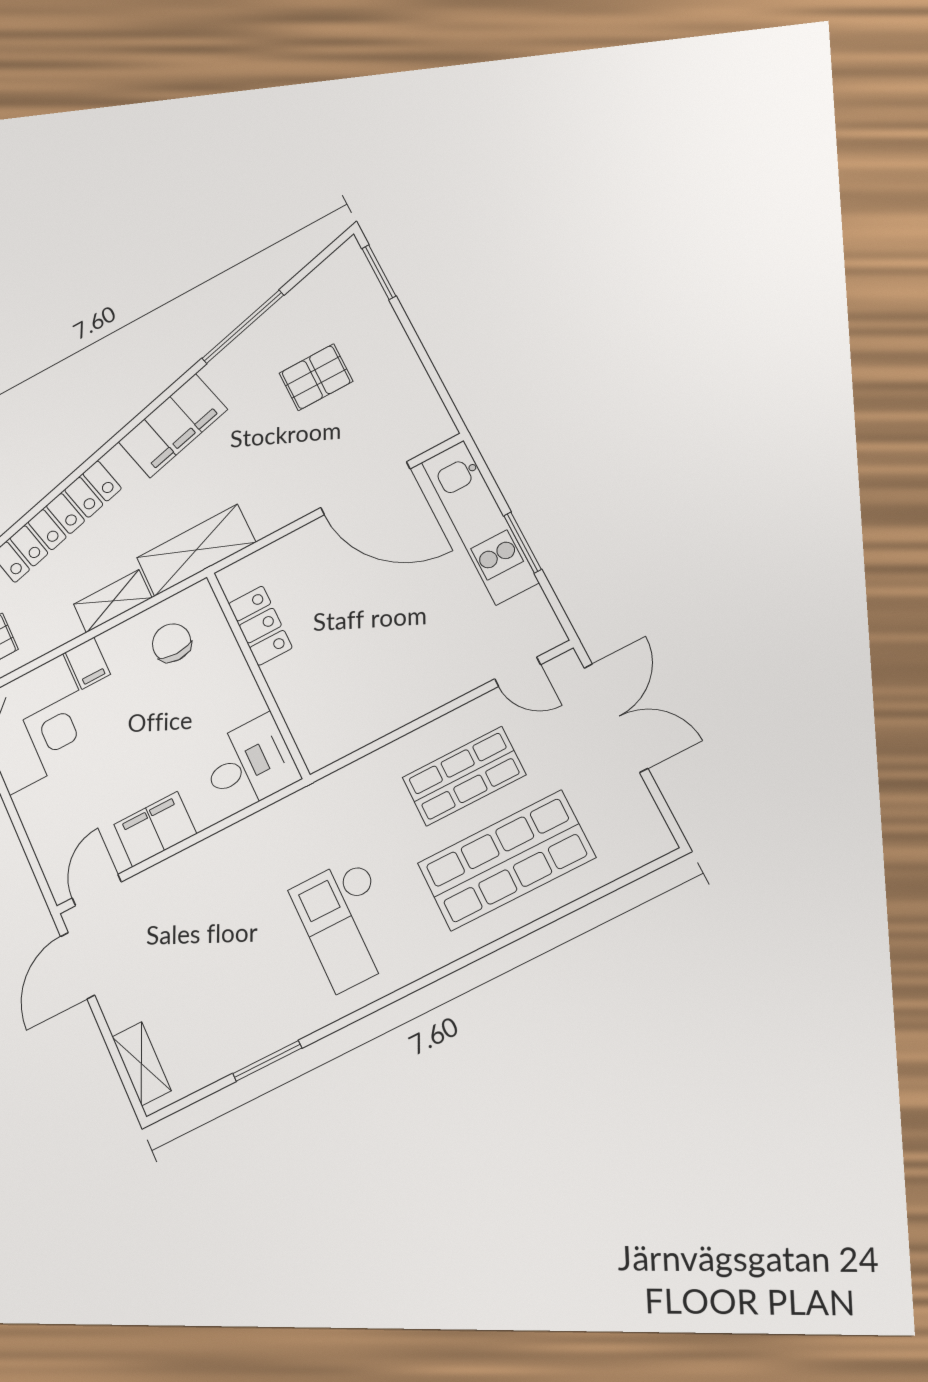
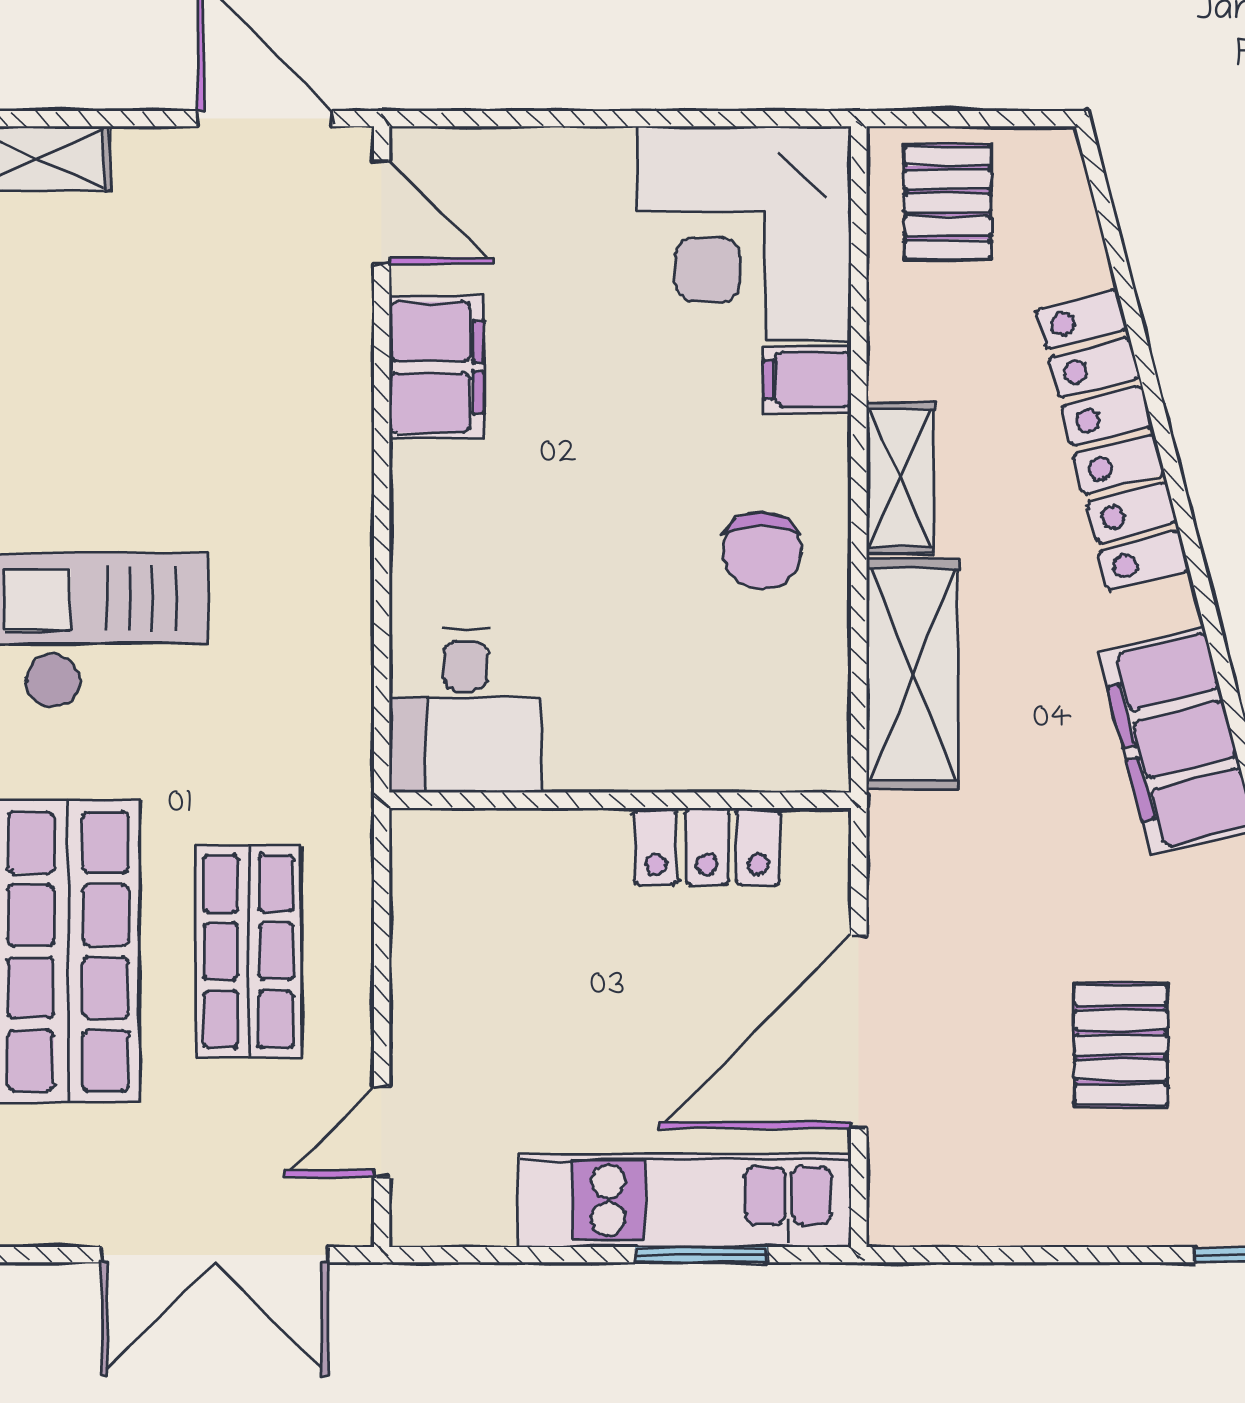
window: (523, 543) -> (701, 1255), moved
locker: (260, 626) -> (707, 847), moved
chair: (172, 643) -> (762, 551), turned 90
wall: (258, 674) -> (620, 800), moved
desk: (249, 764) -> (466, 710), moved

